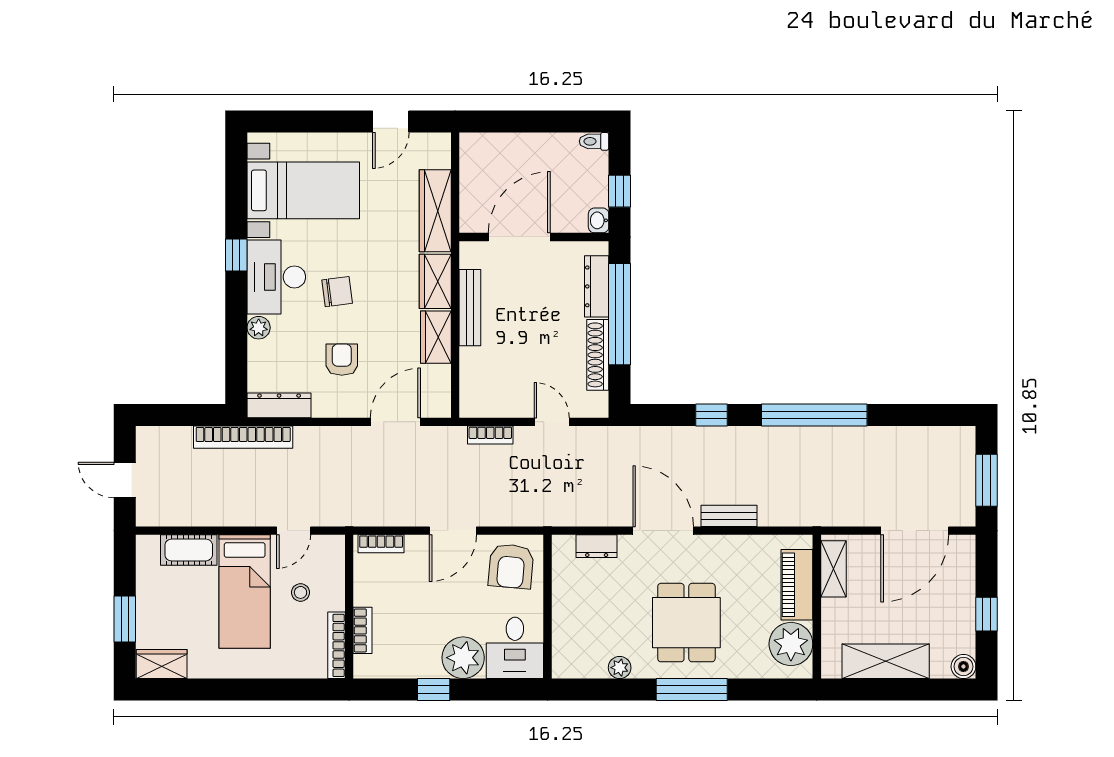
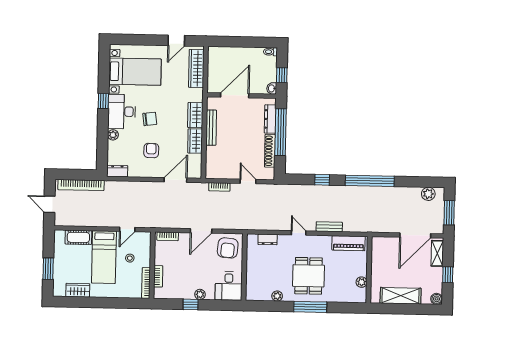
wardrobe: (435, 211) -> (196, 69), moved
dresser: (279, 405) -> (117, 171), width x0.70
bookcase: (243, 437) -> (81, 185), moved
plant: (941, 440) -> (428, 194), added
door: (663, 531) -> (299, 233), width x0.53
shelving: (833, 569) -> (437, 253), moved
piano: (797, 585) -> (348, 243), moved, turned -90
plant: (791, 644) -> (362, 282), width x0.53, depth x0.53
plant: (463, 658) -> (200, 294), width x0.53, depth x0.53
wardrobe: (162, 664) -> (78, 290), moved

